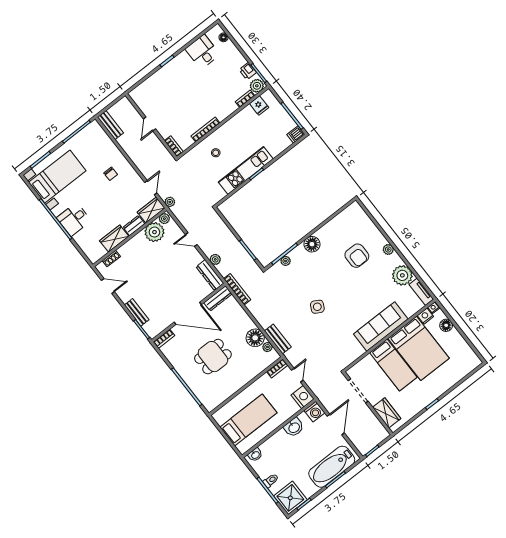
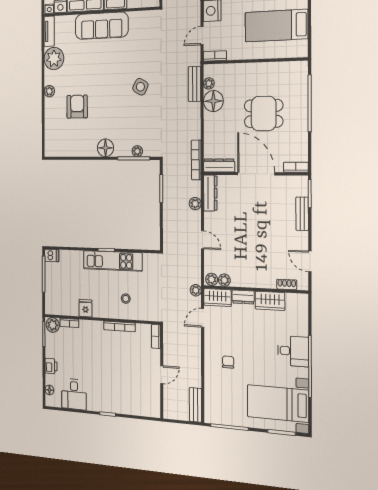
printer: (248, 71) -> (51, 366), moved
fridge: (259, 105) -> (86, 308), moved
plant: (154, 232) -> (224, 280), width x0.53, depth x0.53

